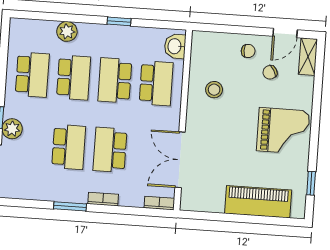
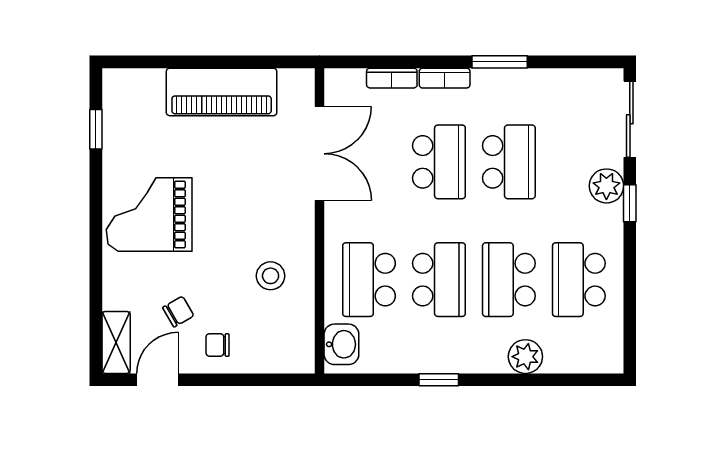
school desk: (69, 147) -> (509, 162), turned 180
piano: (258, 202) -> (222, 92), moved
bookcase: (159, 203) -> (392, 78), moved

